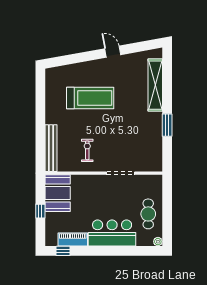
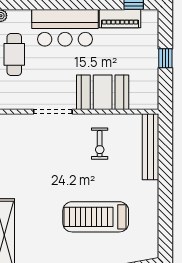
booth: (58, 193) -> (103, 92), moved, turned 90

